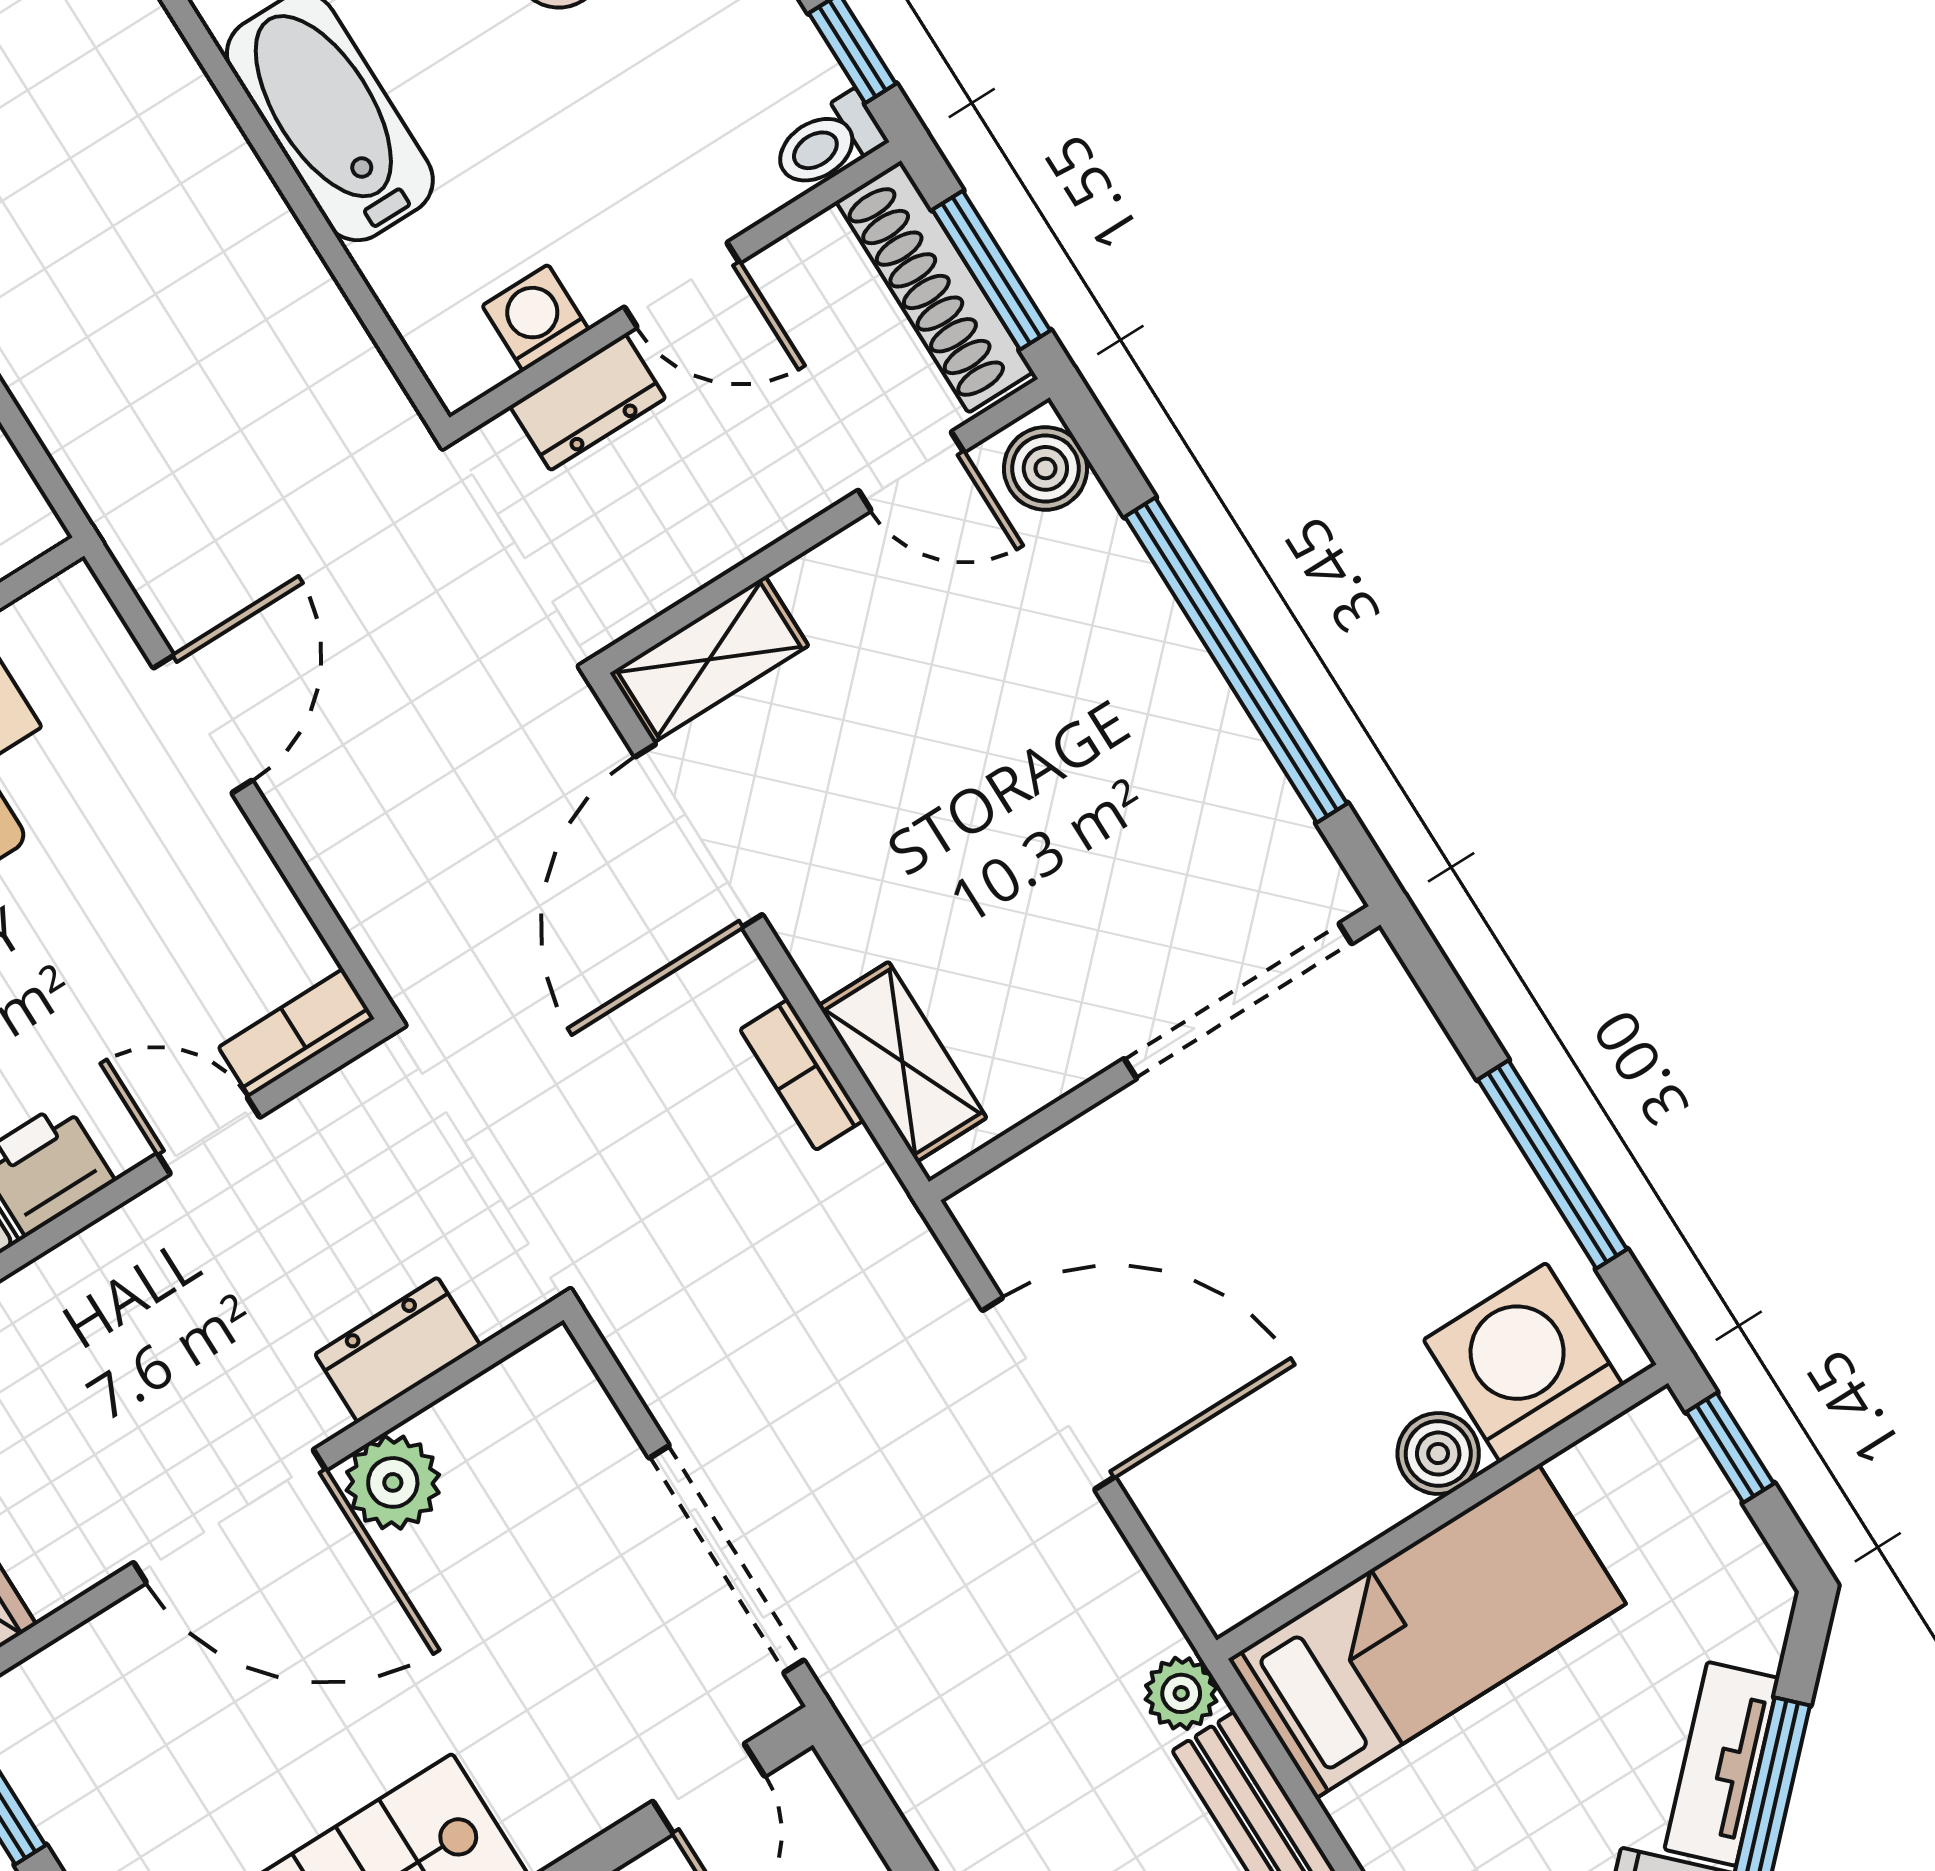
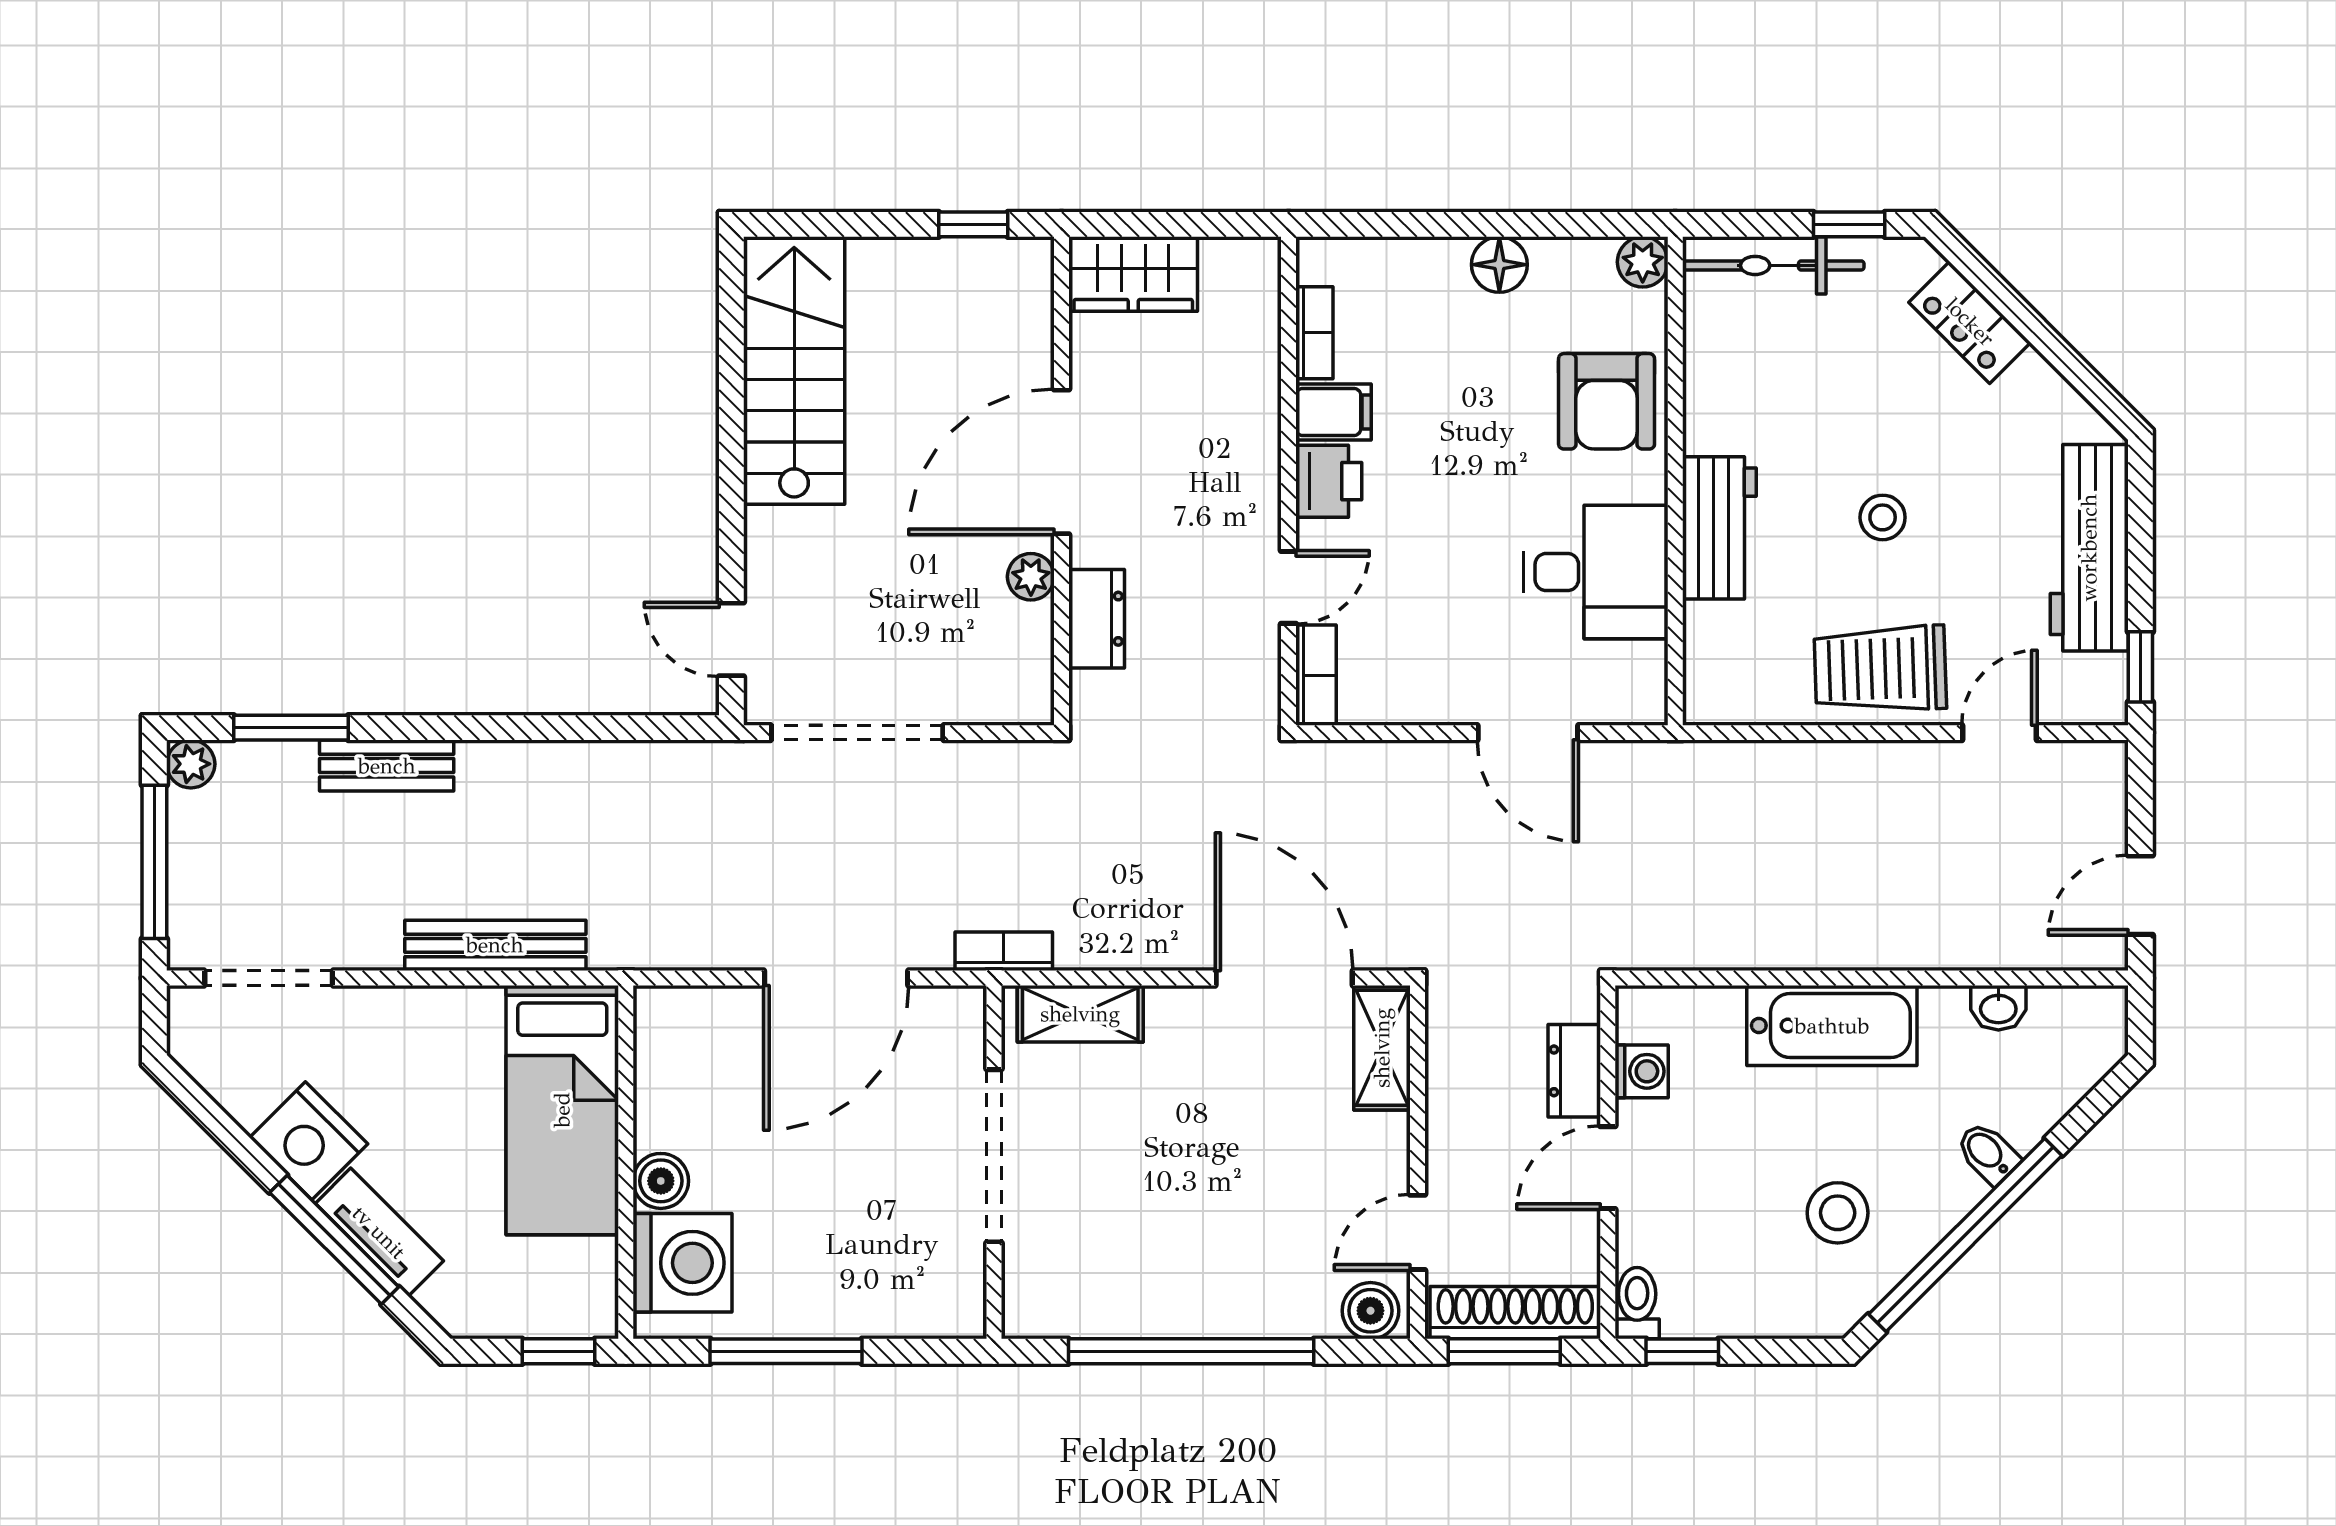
doorway: (1238, 1001) -> (994, 1156), moved
bookcase: (802, 1075) -> (1004, 951), moved
plant: (393, 1482) -> (1031, 577), width x0.73, depth x0.73
plant: (1181, 1693) -> (615, 946), removed

